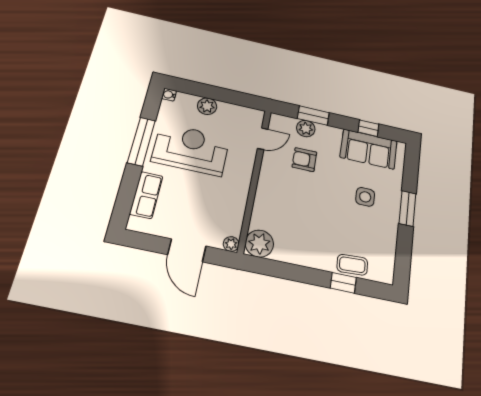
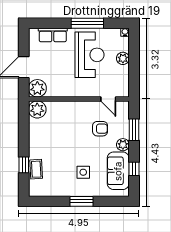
plant: (306, 129) -> (123, 145), moved
armchair: (304, 160) -> (100, 129), turned 90
plant: (231, 244) -> (37, 88), width x1.87, depth x1.87

